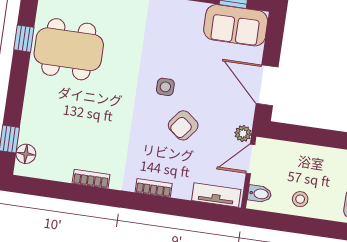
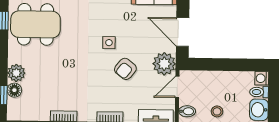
plant: (34, 112) -> (16, 73), added
plant: (243, 134) -> (164, 64), width x1.88, depth x1.88
floor lamp: (26, 154) -> (14, 90), moved

